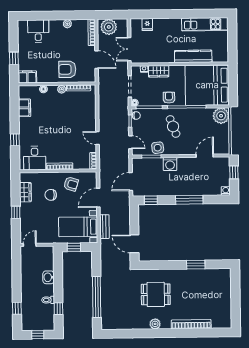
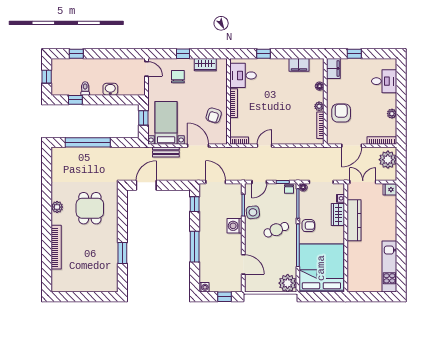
fridge: (147, 25) -> (390, 190), moved
kitchen counter: (193, 56) -> (354, 220), moved
chair: (51, 195) -> (178, 77), moved

